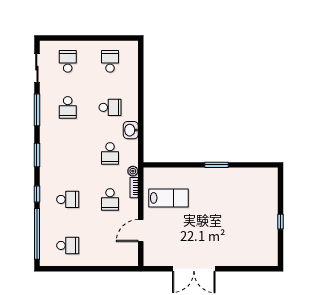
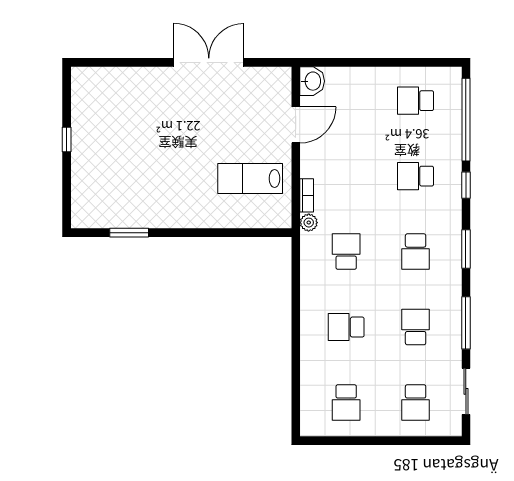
washbasin: (131, 130) -> (312, 81), moved
window: (217, 165) -> (129, 233), moved
school desk: (110, 199) -> (416, 252), moved, turned 180

